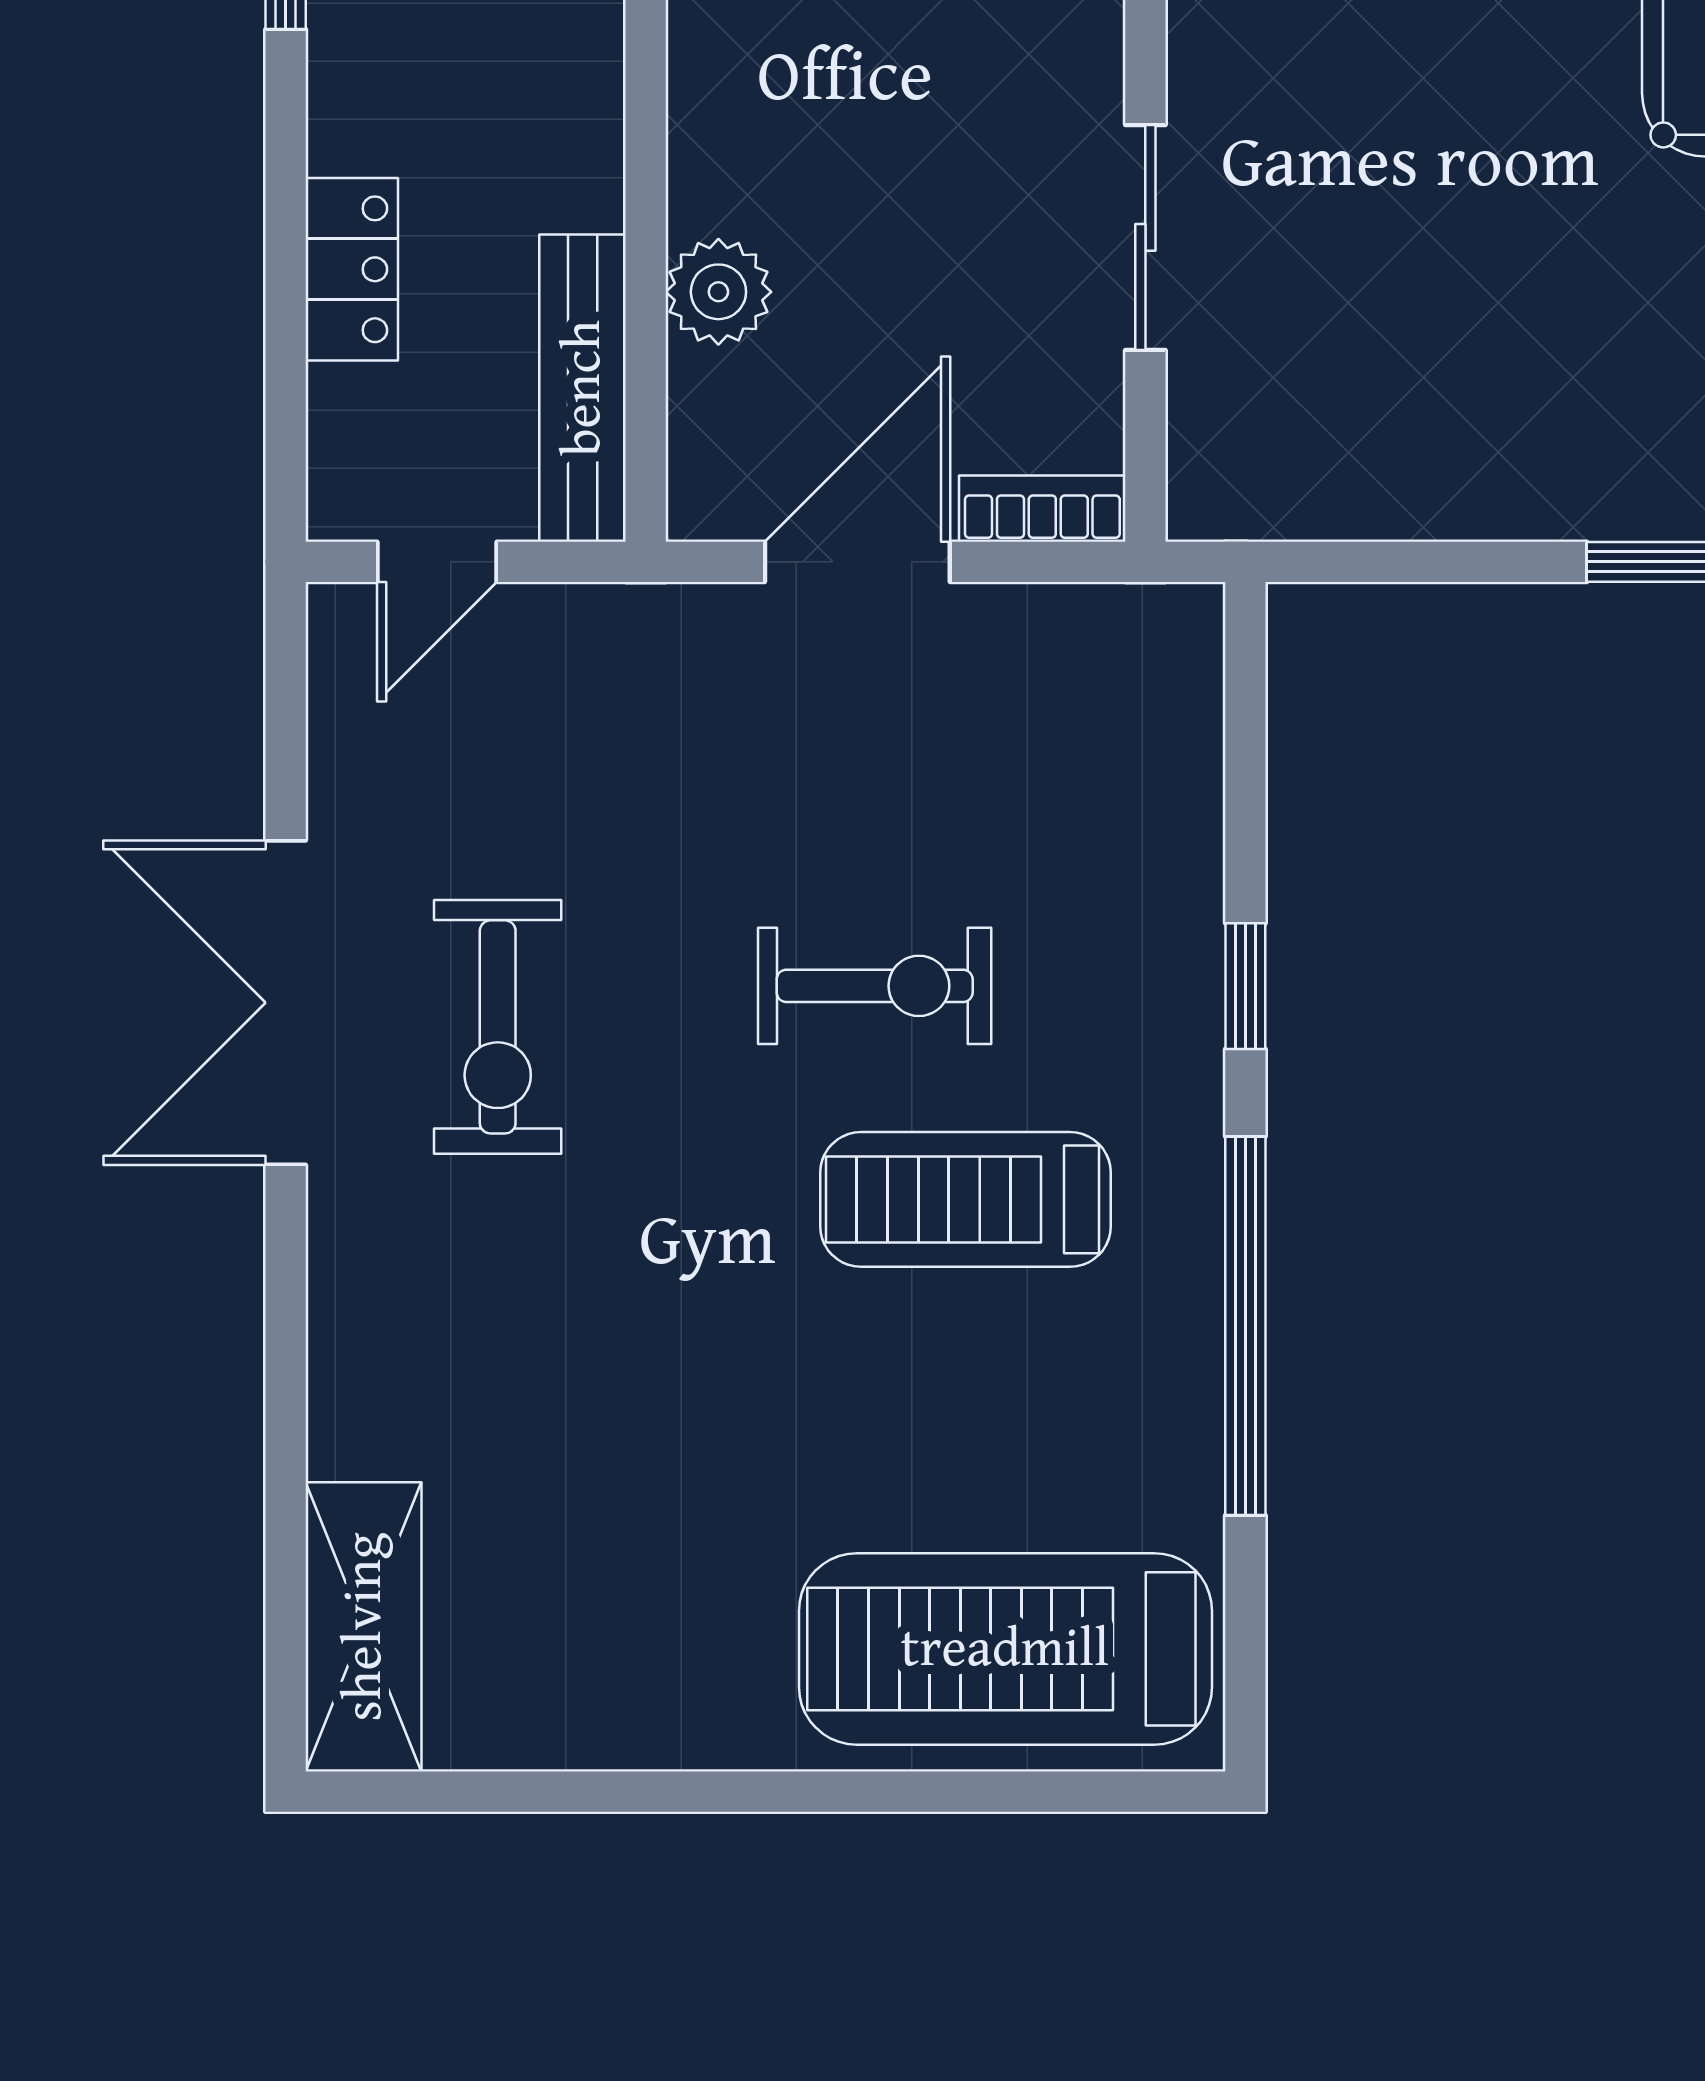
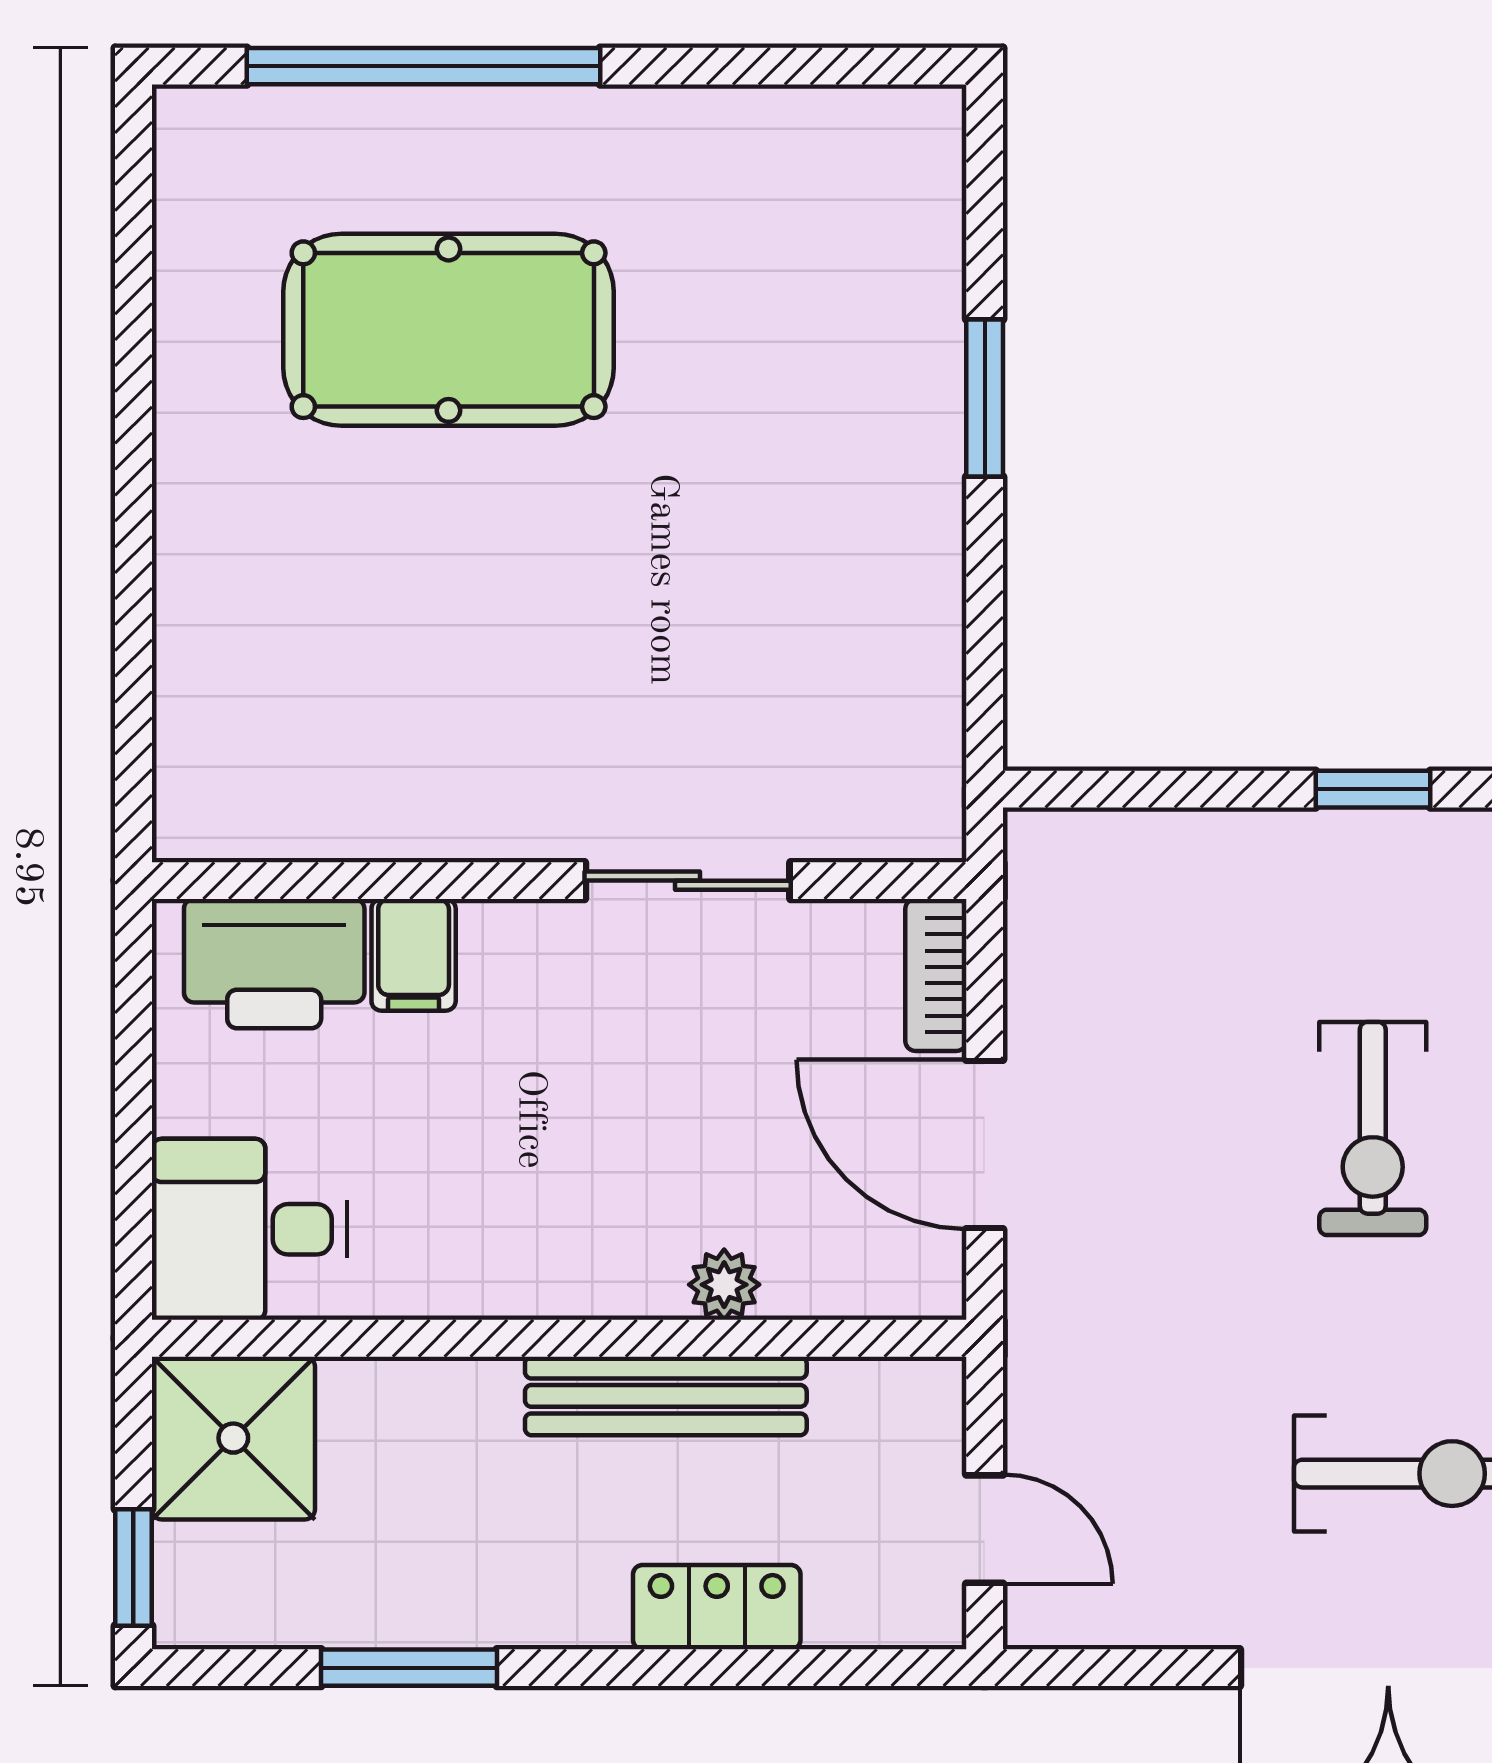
plant: (718, 292) -> (724, 1285), width x0.73, depth x0.73
bench: (583, 388) -> (666, 1396), moved
exercise bike: (875, 986) -> (1373, 1128), turned 180

